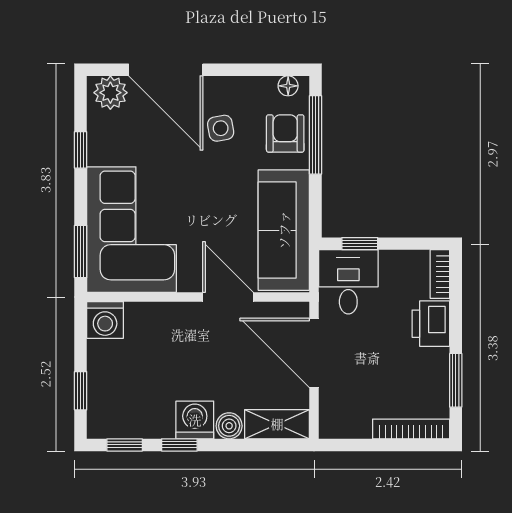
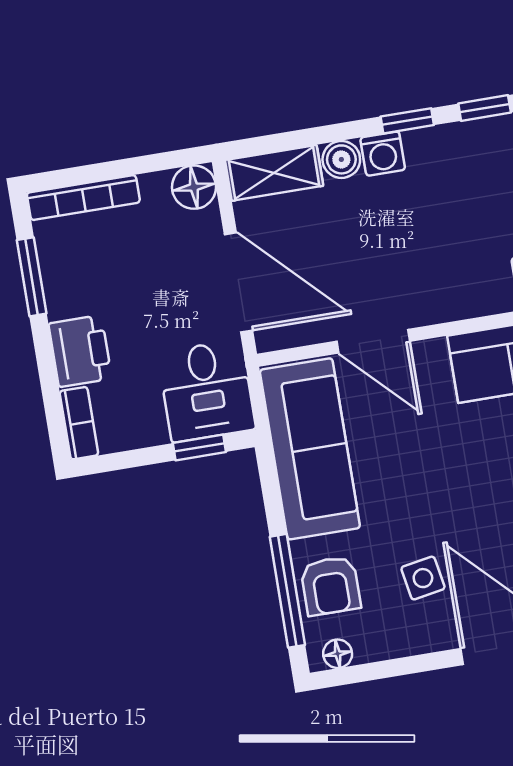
washing machine: (195, 420) -> (383, 154), width x0.73, depth x0.73
floor lamp: (334, 424) -> (194, 187), added

